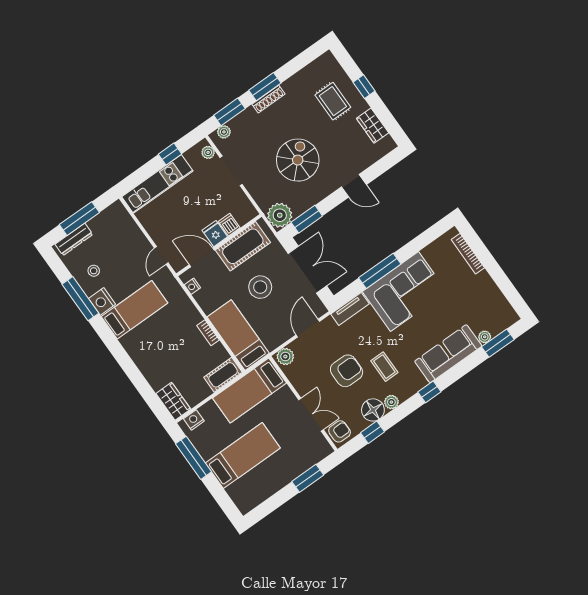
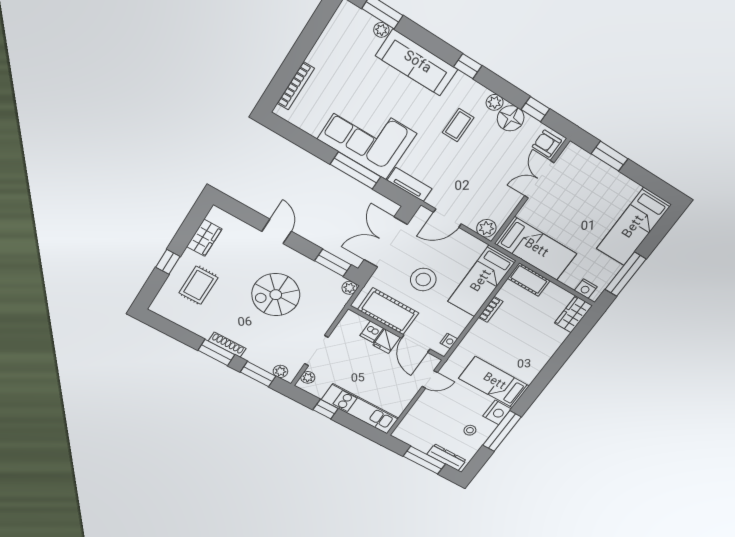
plant: (280, 215) -> (350, 288), width x0.53, depth x0.53
armchair: (347, 371) -> (478, 162), removed
bed: (243, 455) -> (634, 227), moved, turned -90

